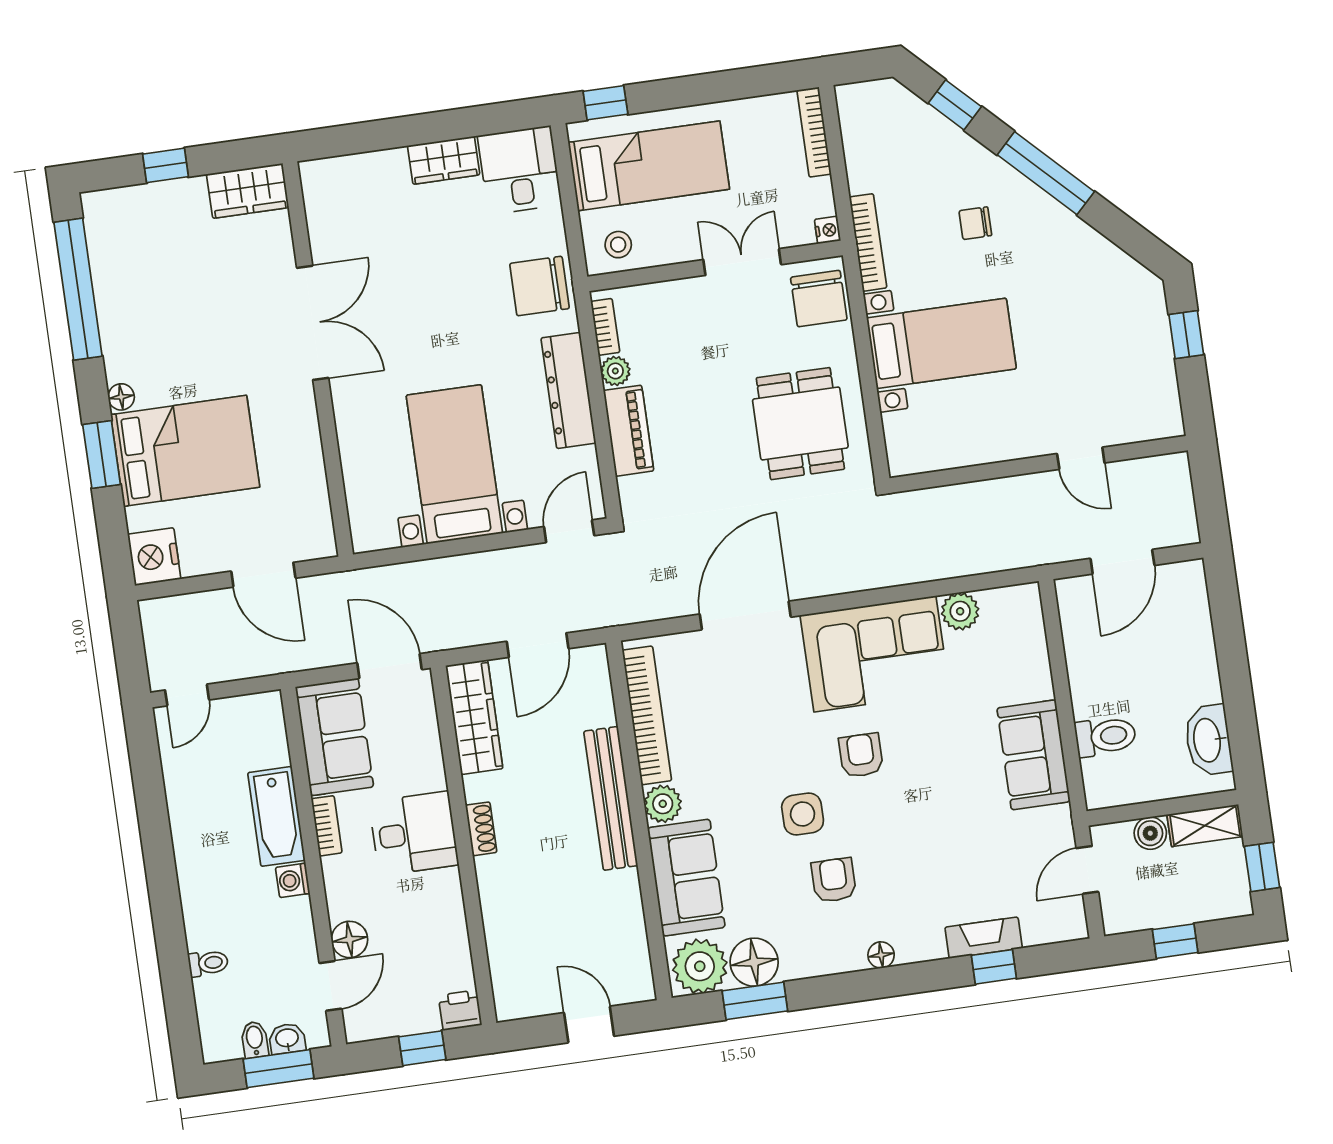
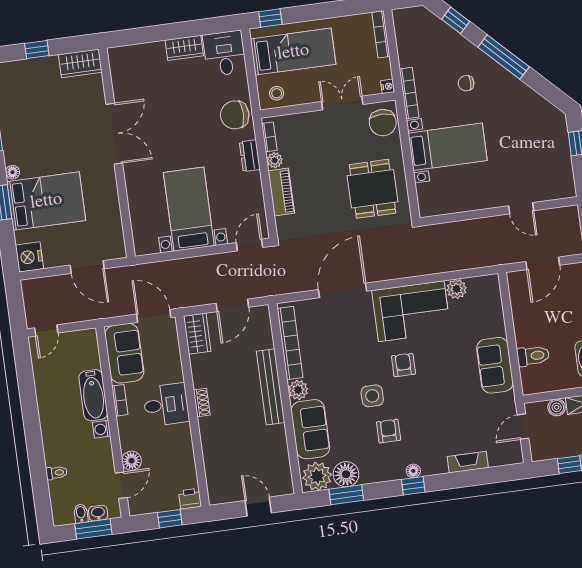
dresser: (568, 390) -> (250, 156), width x0.51, depth x0.80
wardrobe: (474, 717) -> (197, 334), width x0.67
window: (994, 967) -> (413, 486), moved

